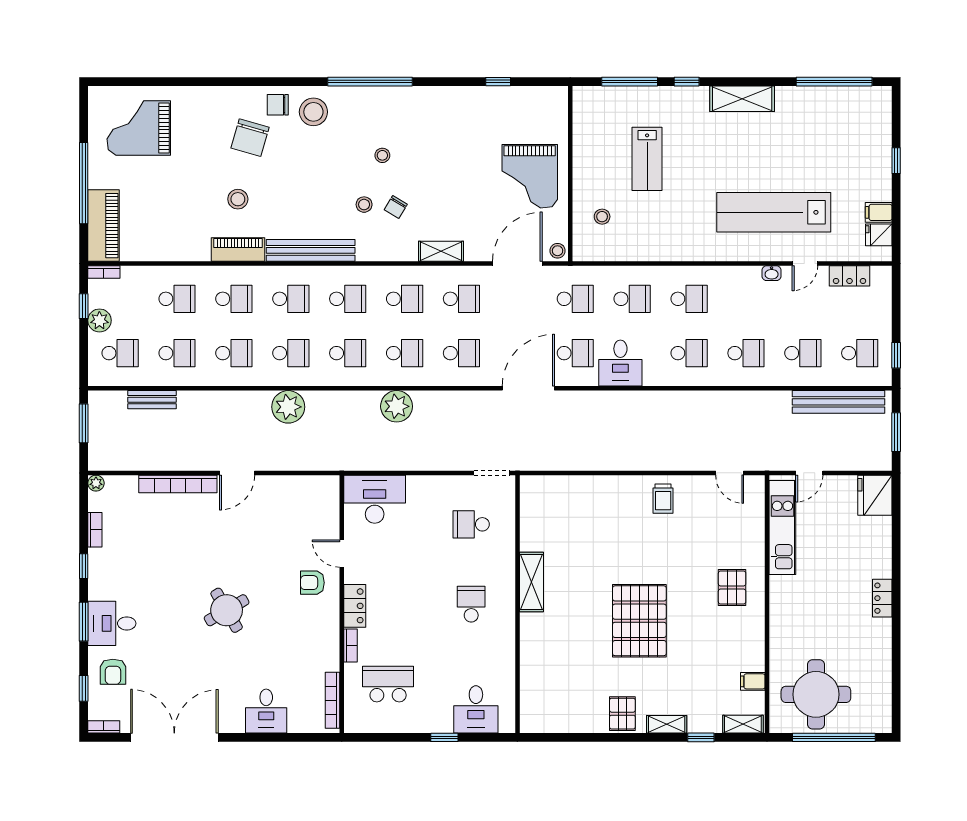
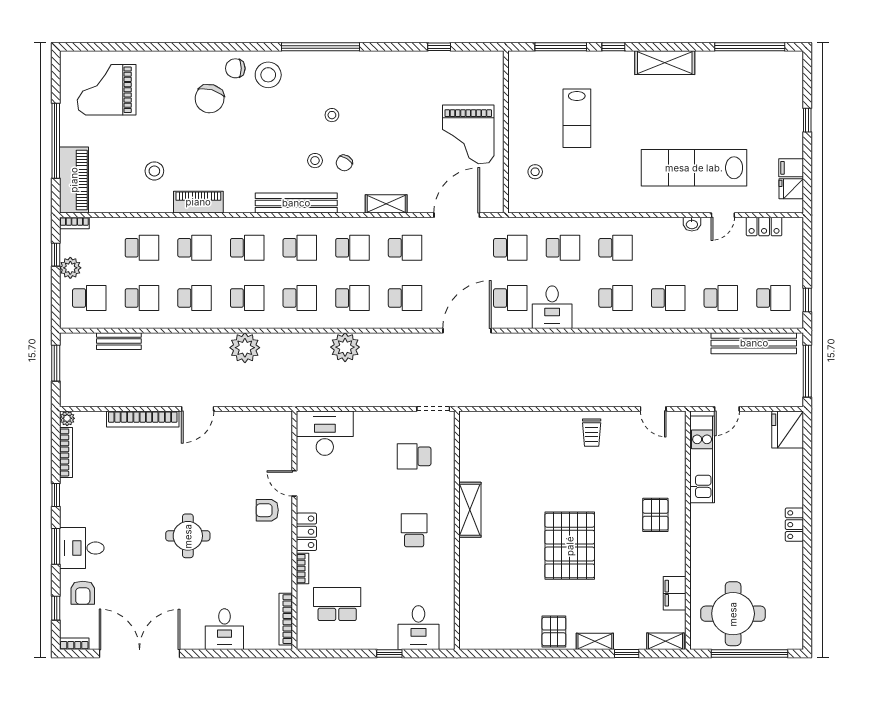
stool: (238, 199) -> (154, 171), moved
bench: (311, 250) -> (296, 203), moved
stool: (558, 251) -> (494, 203), removed
window: (896, 432) -> (807, 371), width x1.44
bookcase: (95, 530) -> (66, 452), width x1.56
round table: (227, 610) -> (188, 536), turned 30
filing cabinet: (753, 681) -> (675, 593), width x2.00

